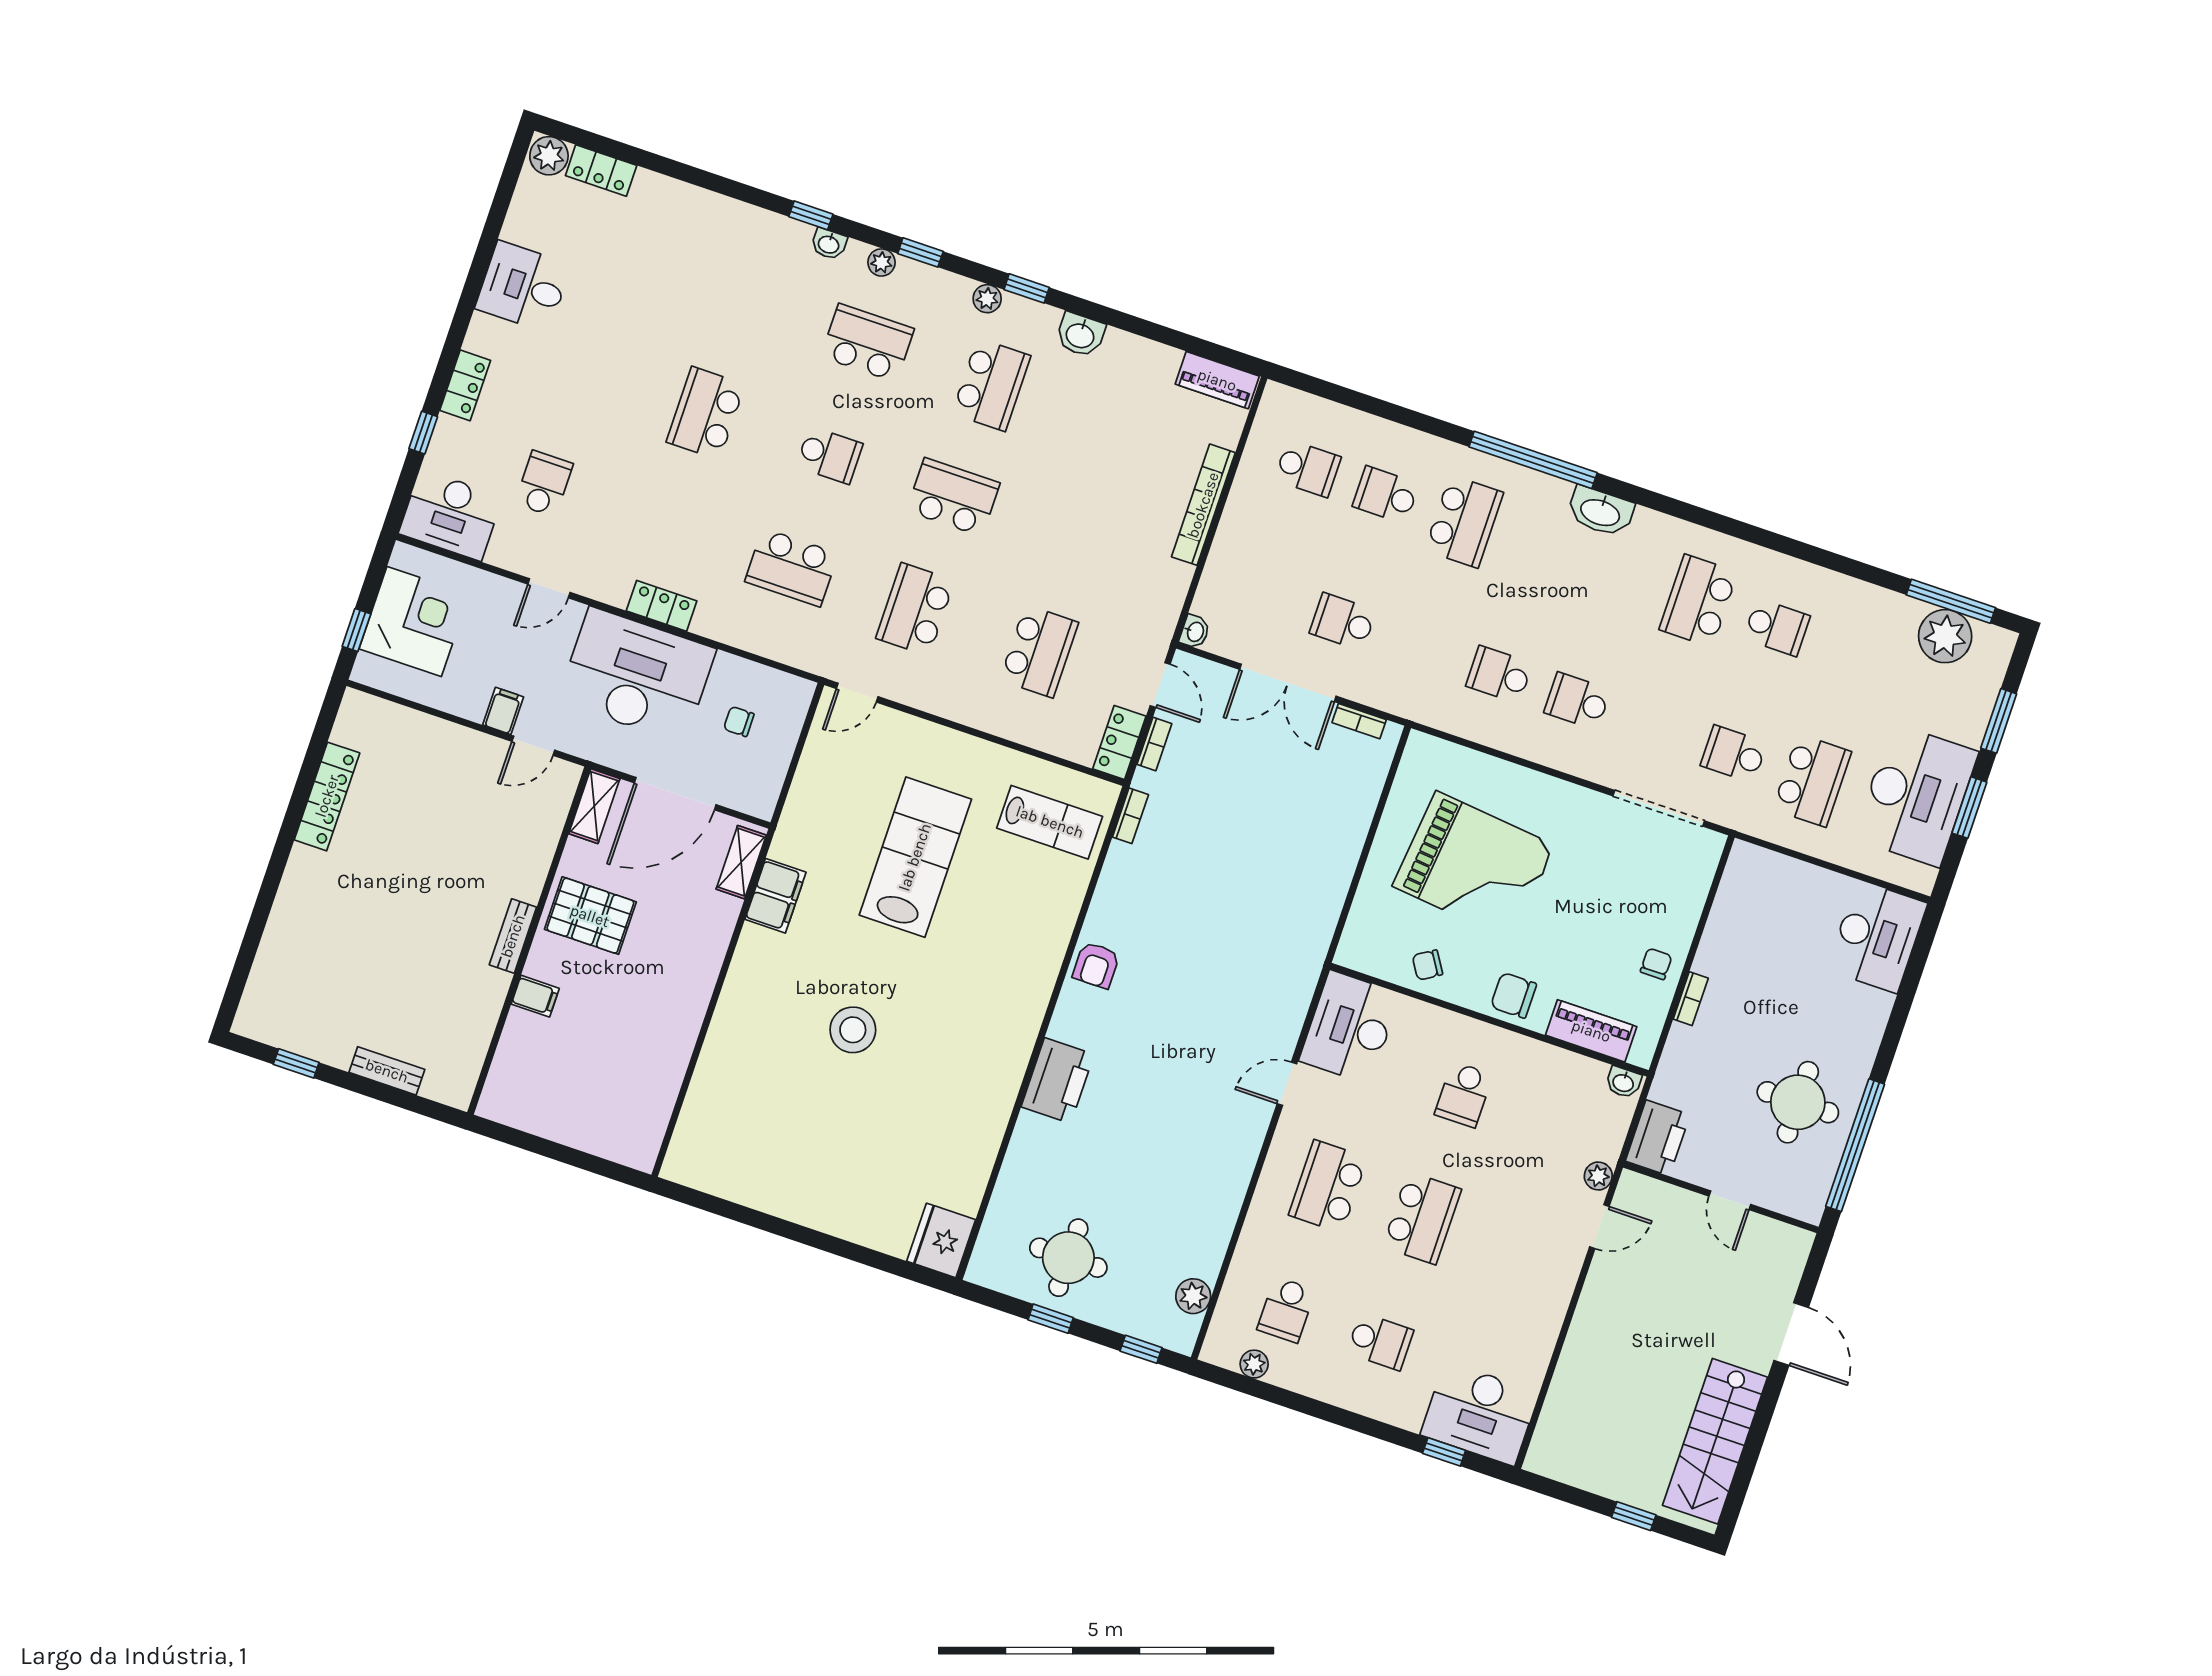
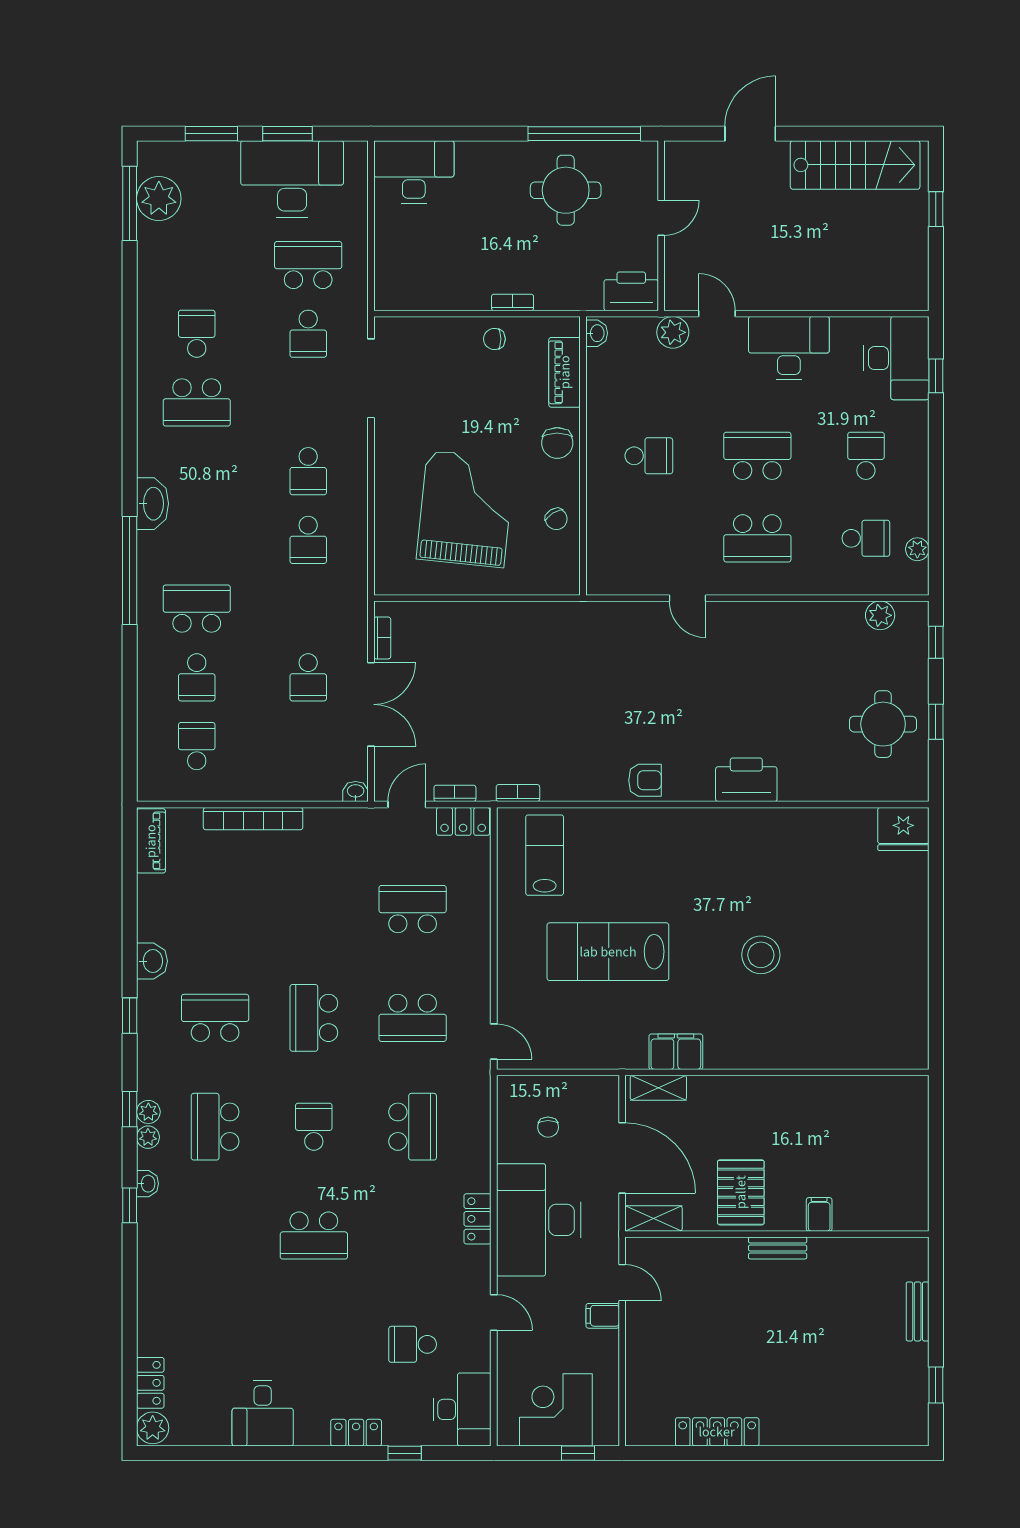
plant: (987, 299) -> (148, 1112), moved
desk: (1350, 1027) -> (789, 348), moved, turned 180
plant: (1598, 1176) -> (673, 332), width x1.38, depth x1.38

